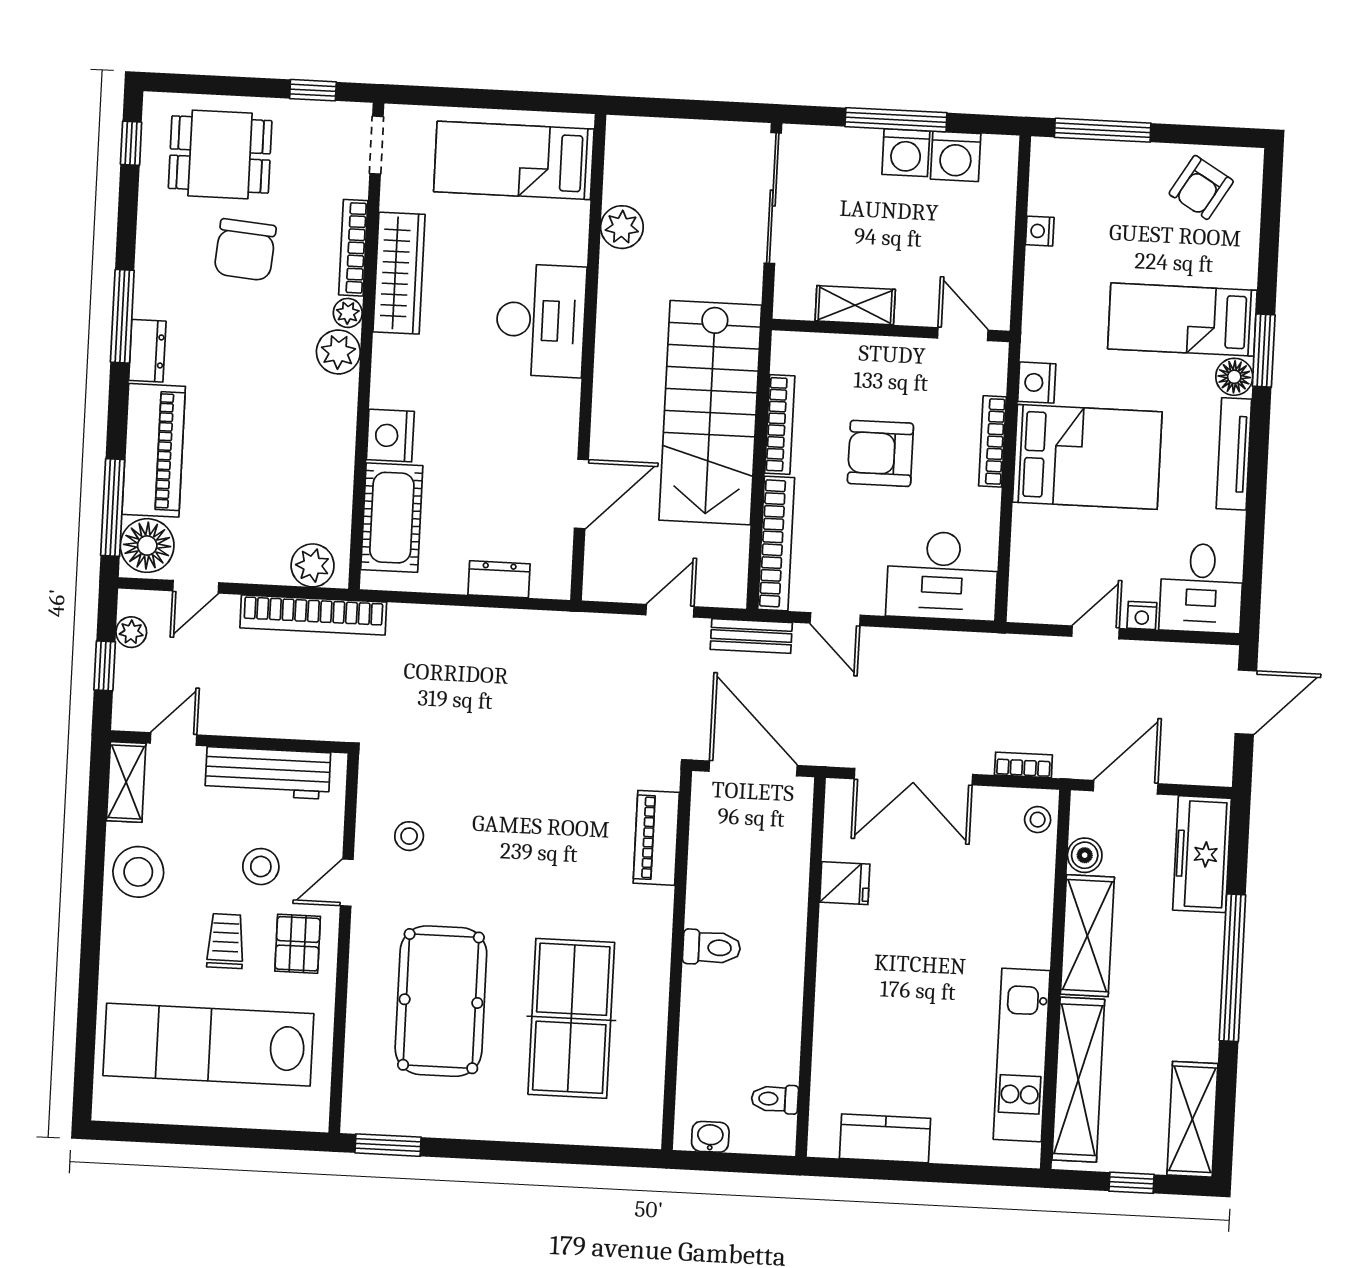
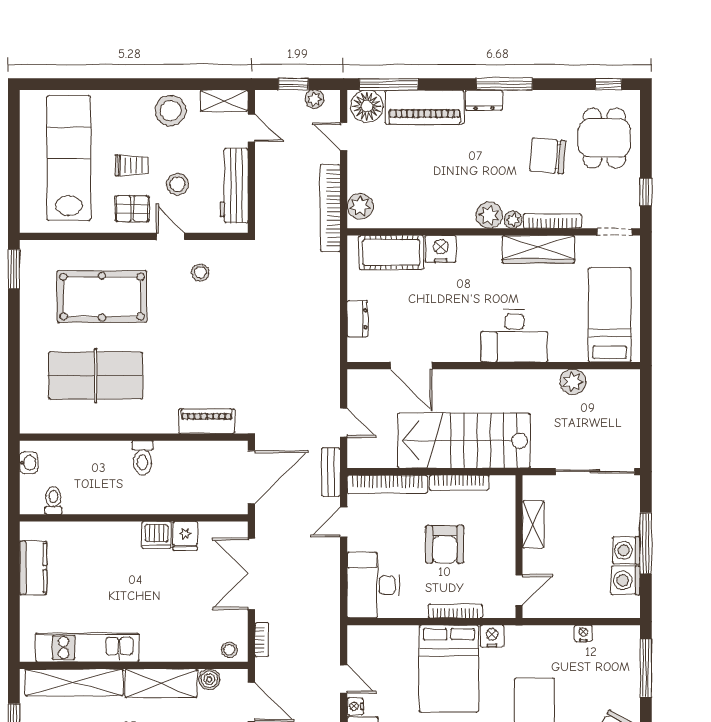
armchair: (880, 453) -> (445, 544), turned 180
dishwasher: (841, 931) -> (157, 535), added

